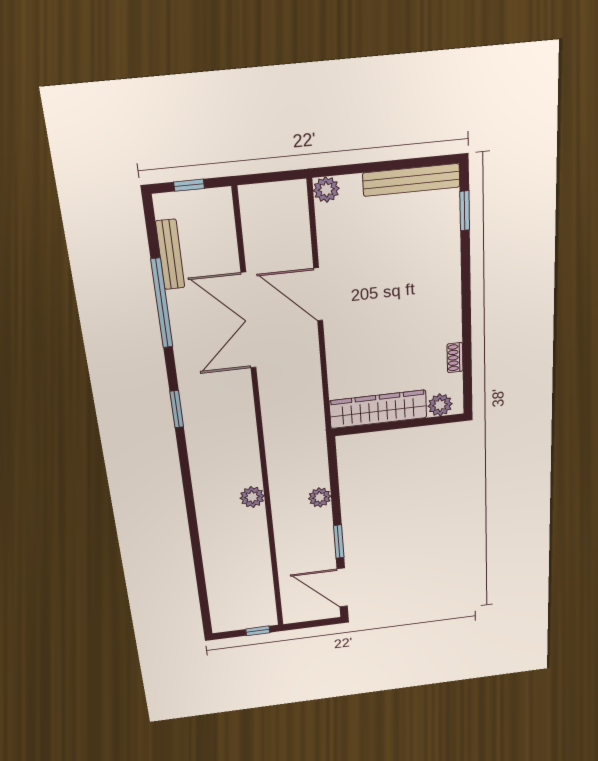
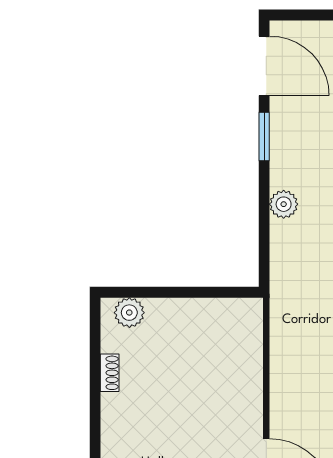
wardrobe: (378, 409) -> (205, 316), removed

